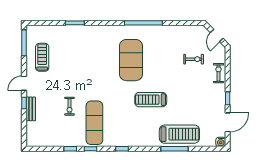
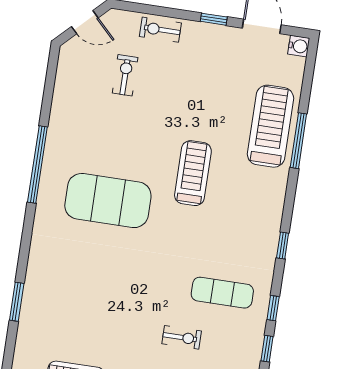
treadmill: (151, 100) -> (193, 173), turned 180
exercise mat: (94, 123) -> (222, 293), width x0.73, depth x0.69

